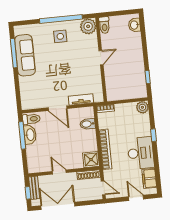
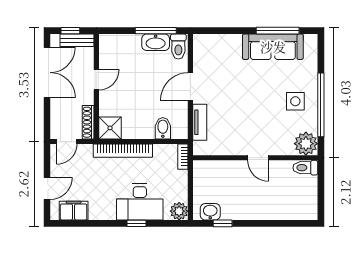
washbasin: (134, 25) -> (210, 212), moved
desk: (141, 153) -> (140, 202), moved

